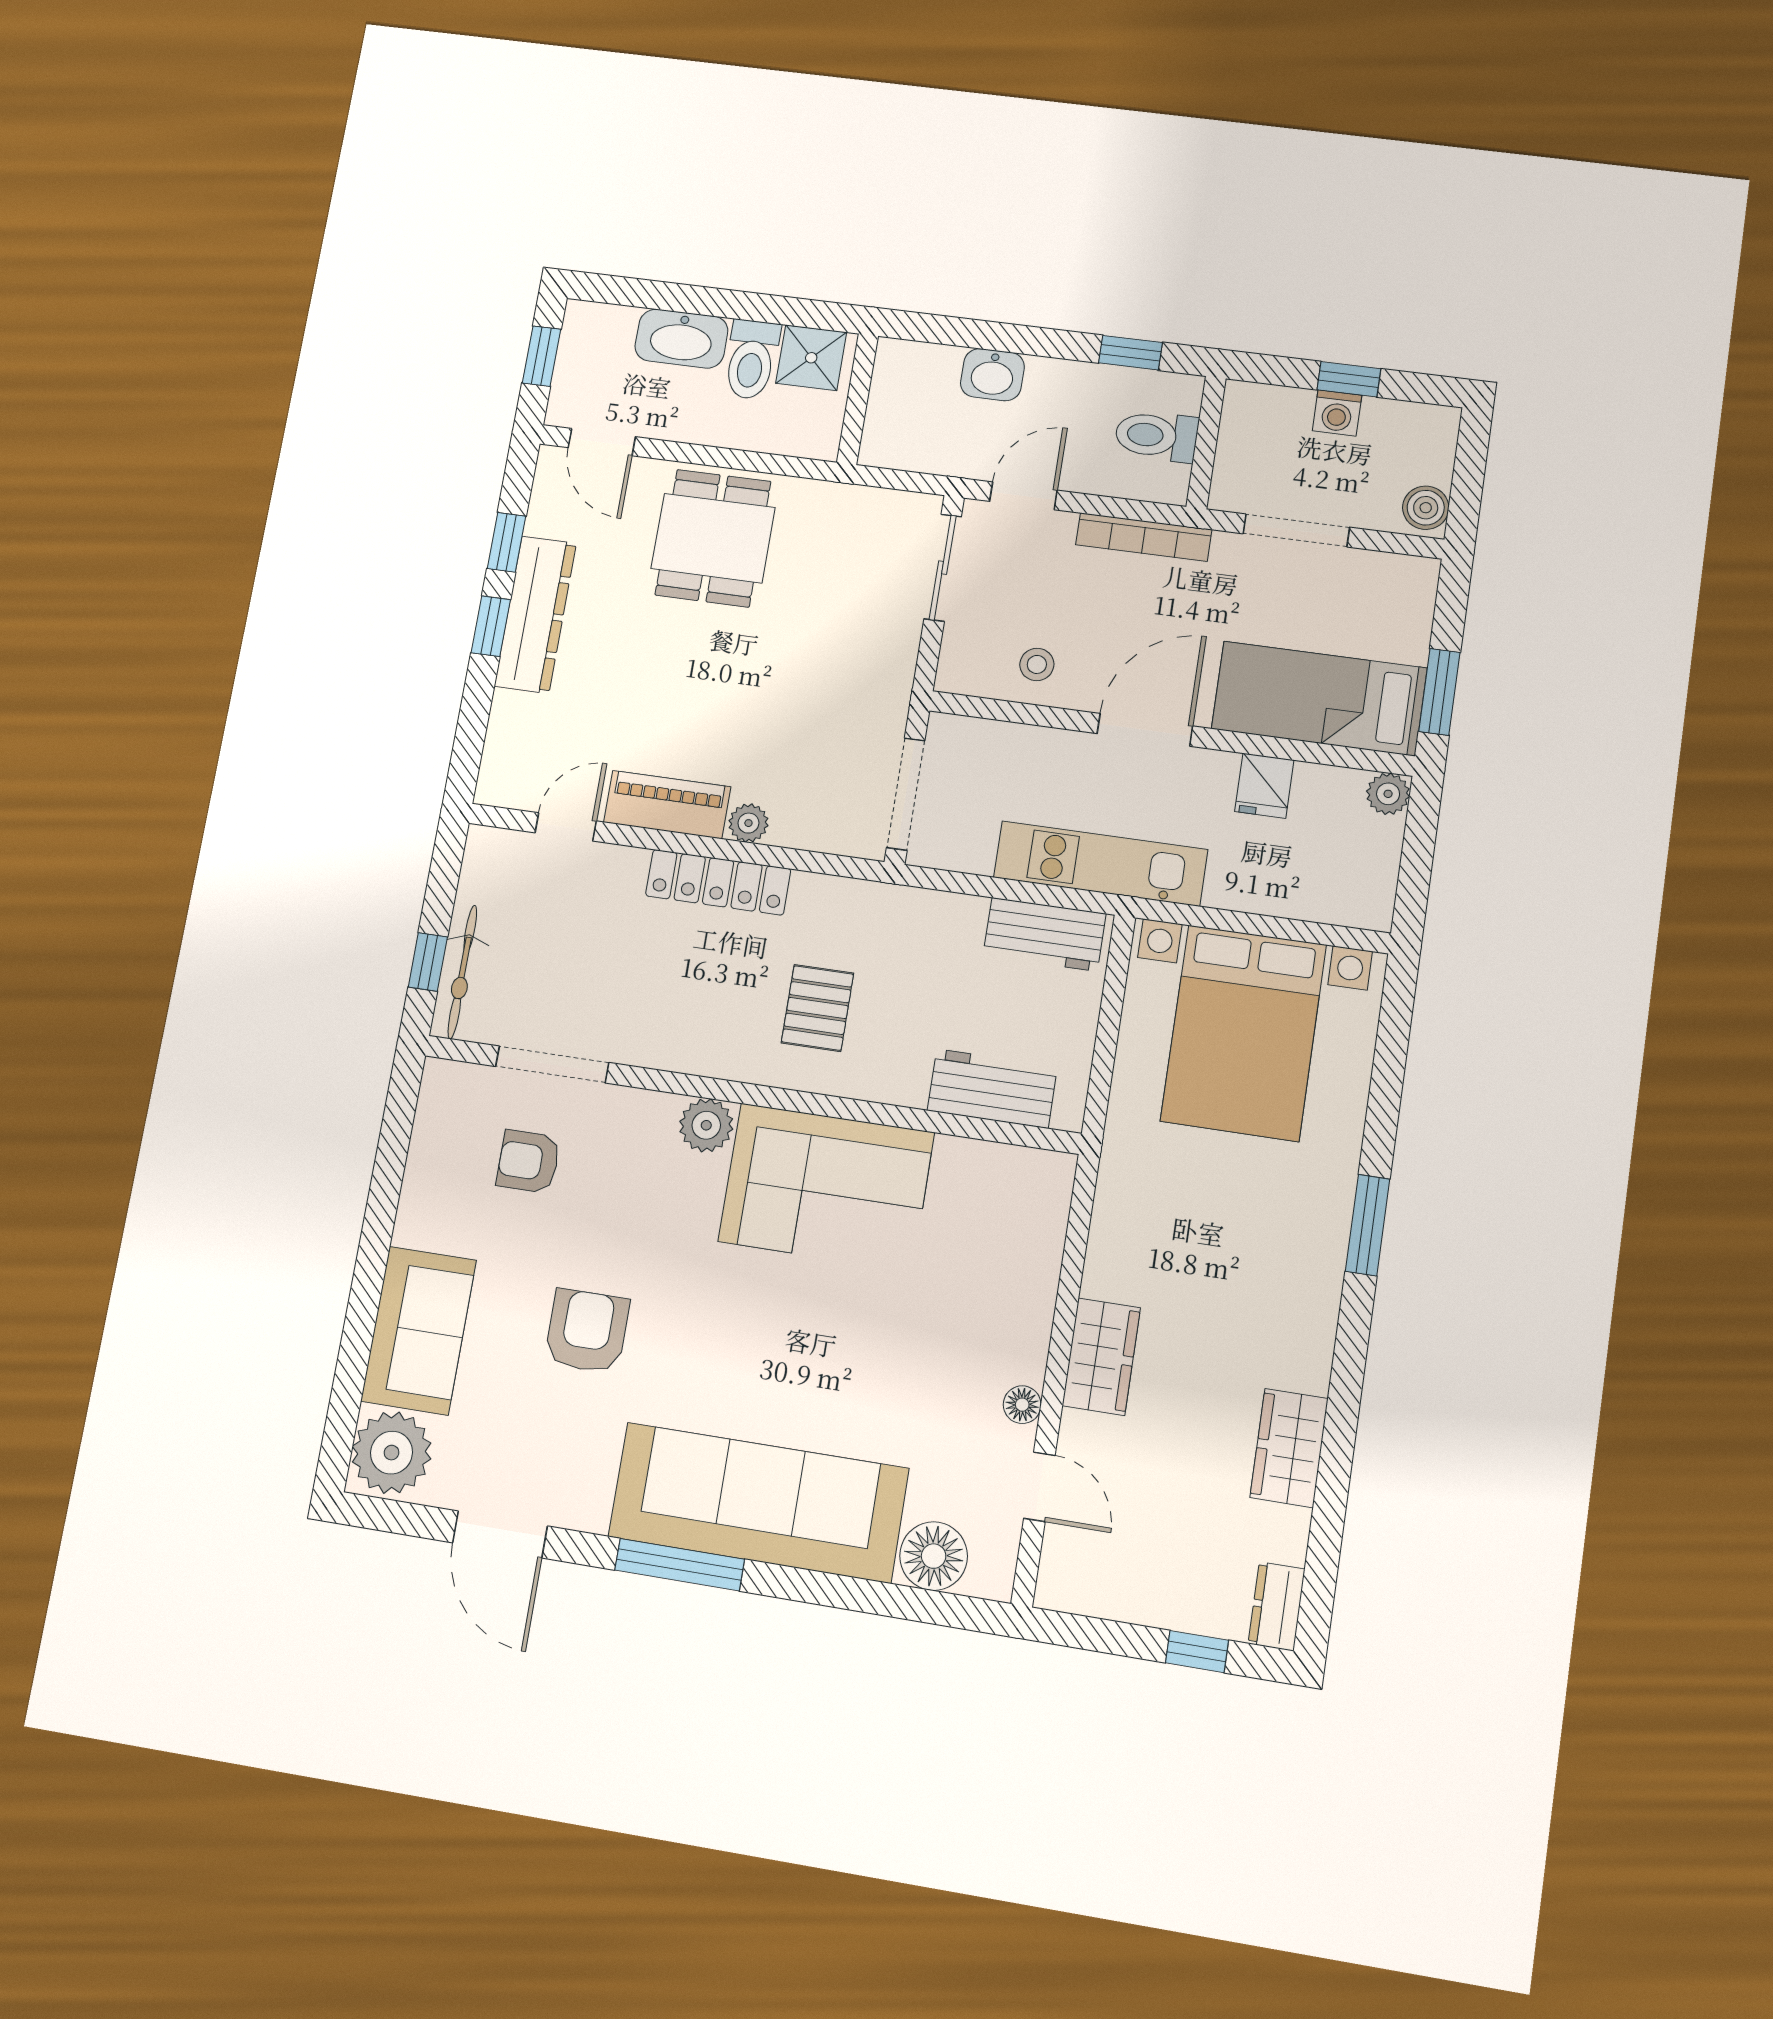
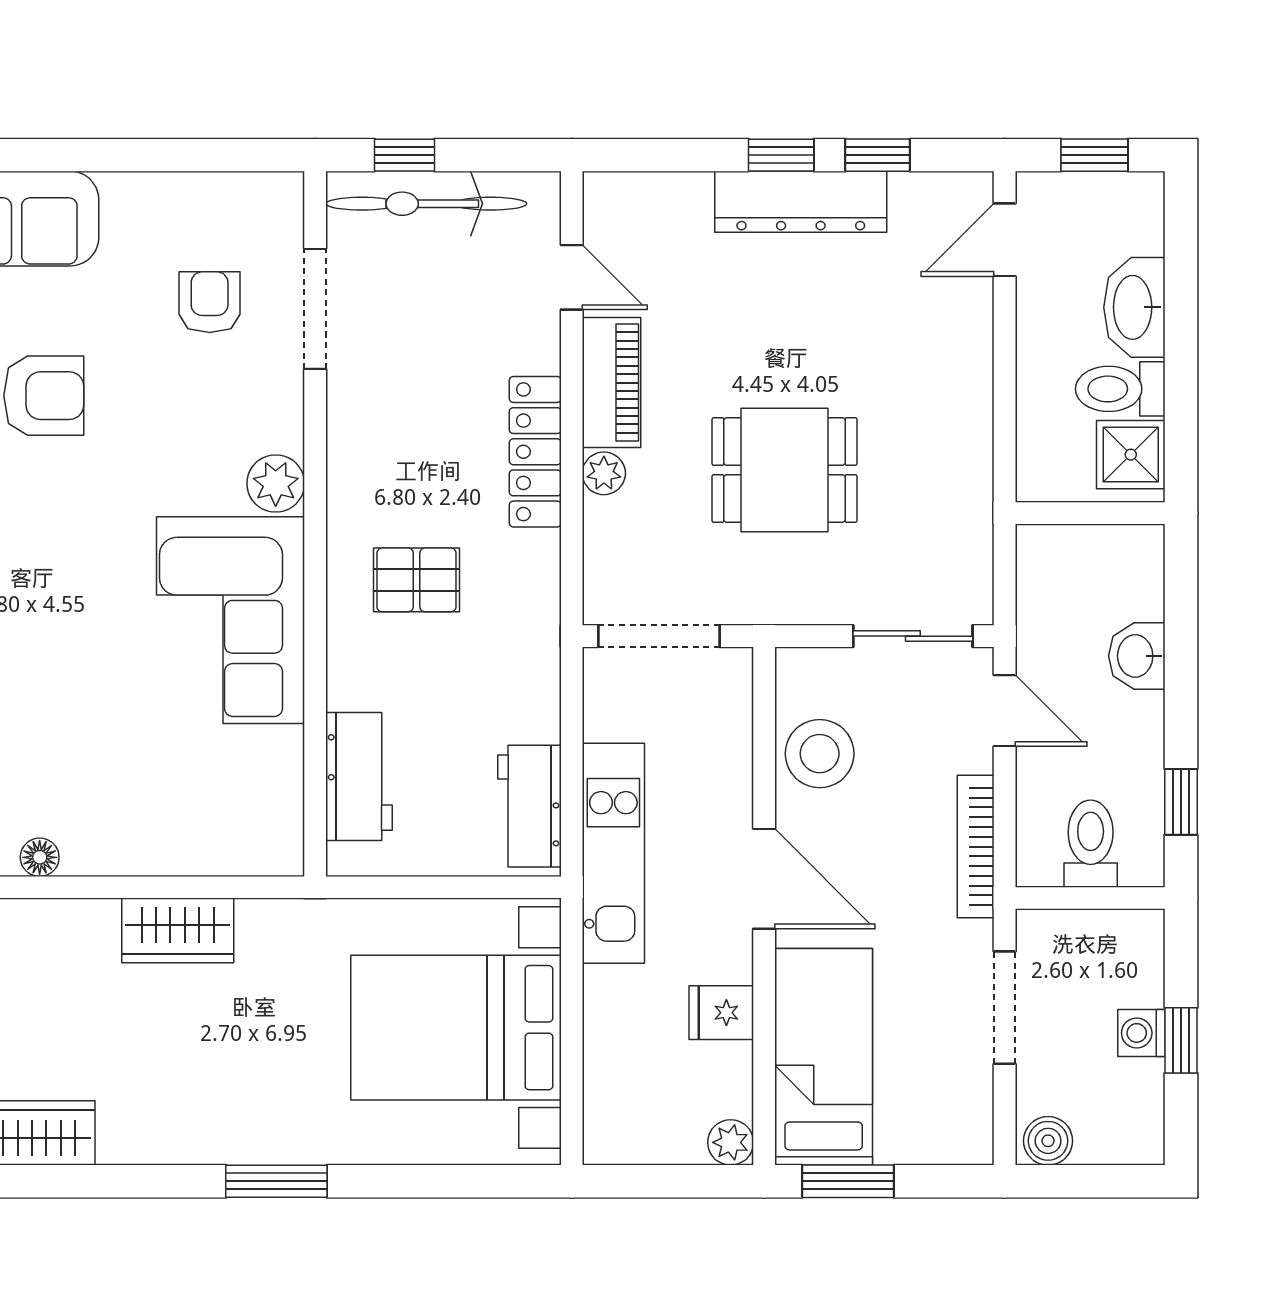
dining table: (713, 538) -> (784, 470), moved
stool: (1037, 664) -> (820, 754), width x1.89, depth x1.89
bicycle: (462, 972) -> (426, 204), width x1.37, depth x1.40
wardrobe: (1101, 1357) -> (178, 930), moved

